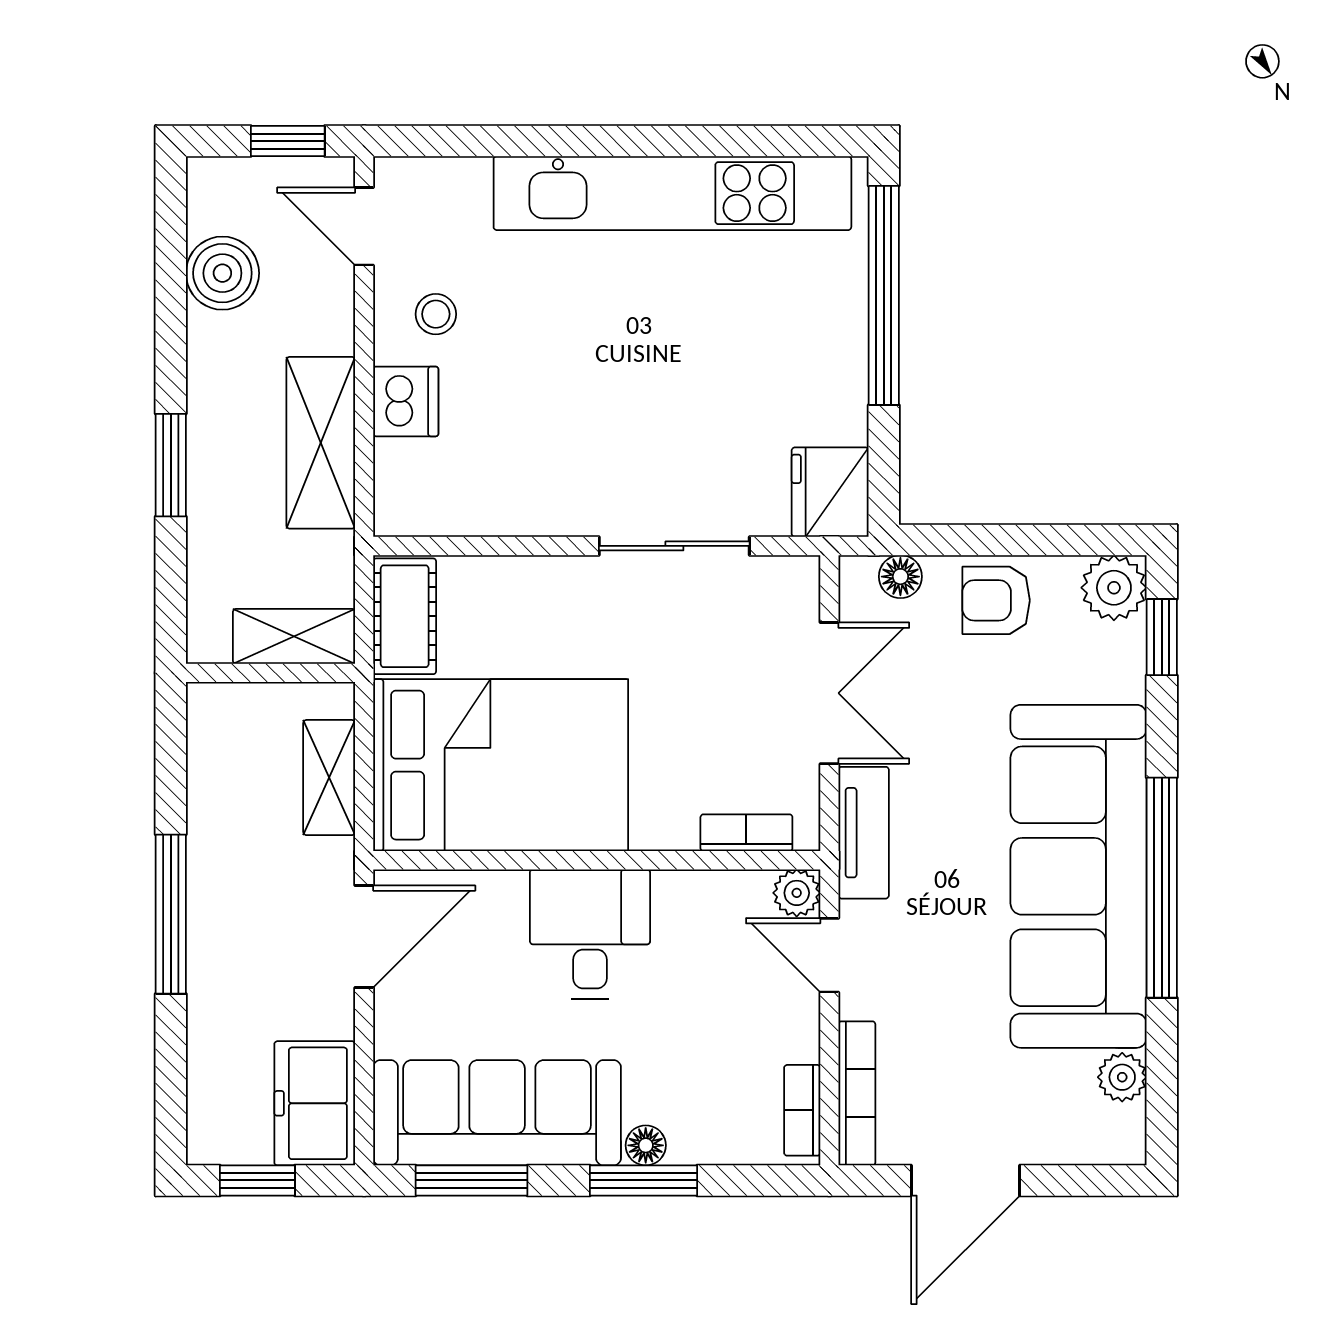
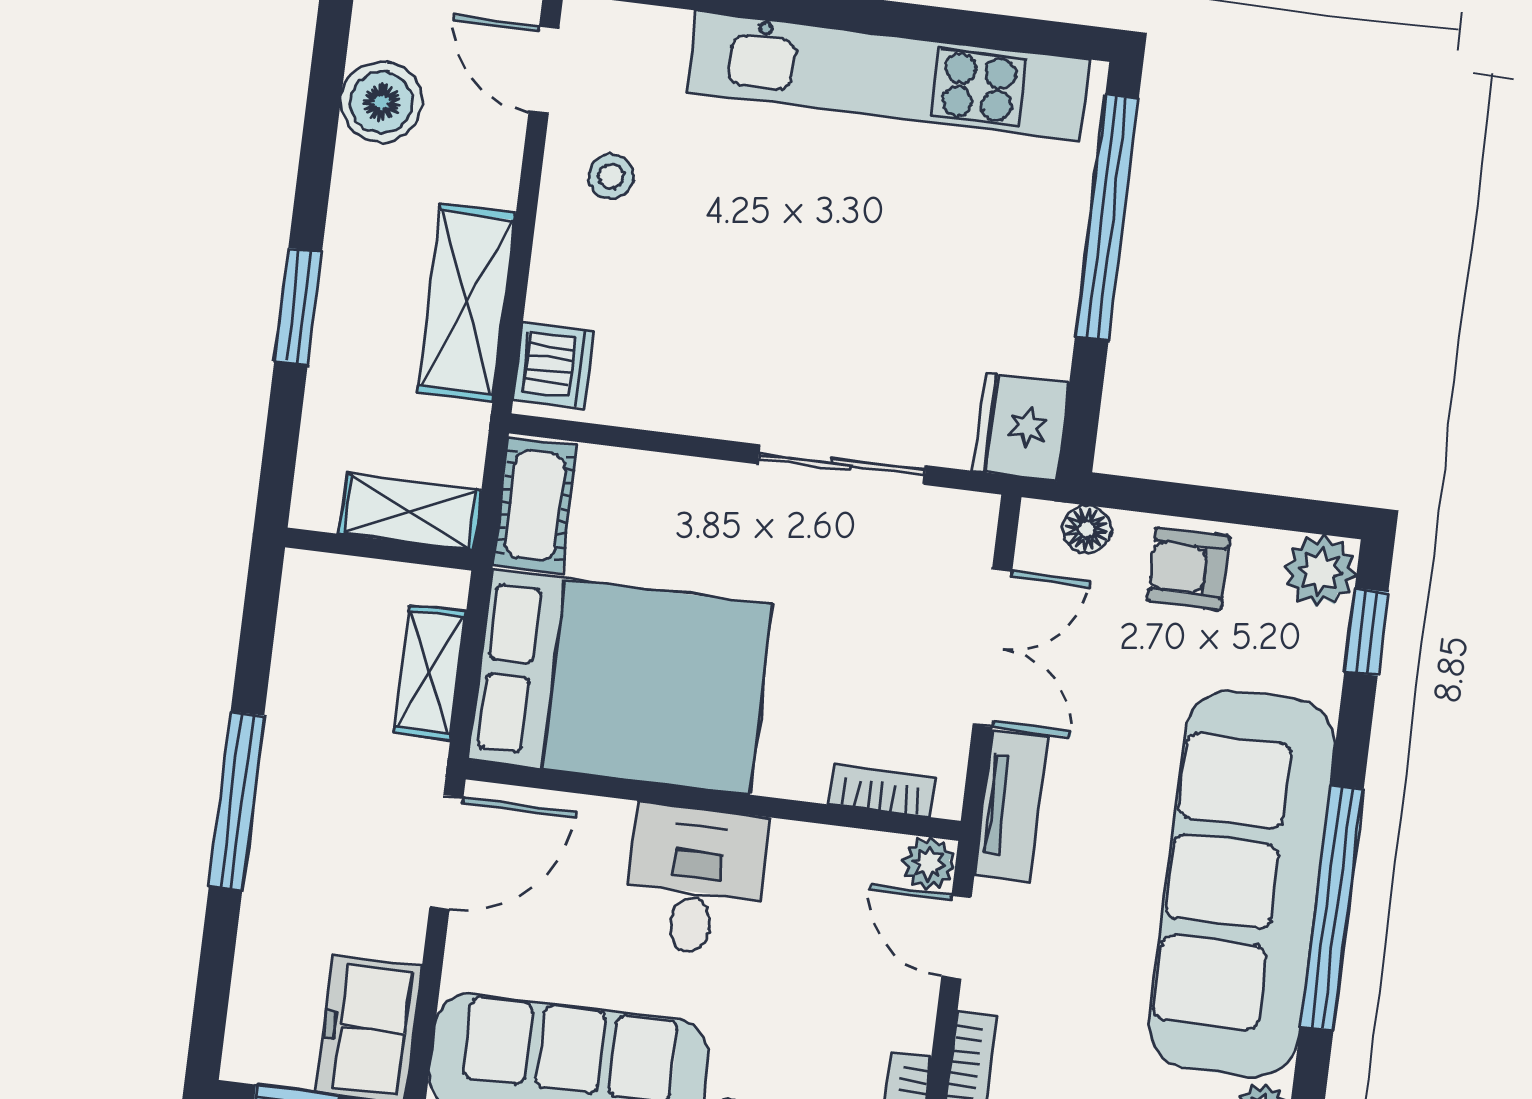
dishwasher: (406, 401) -> (554, 365), moved

